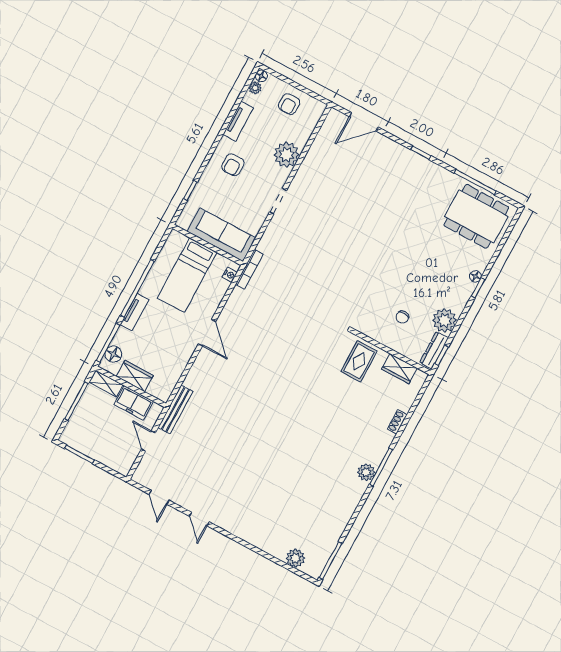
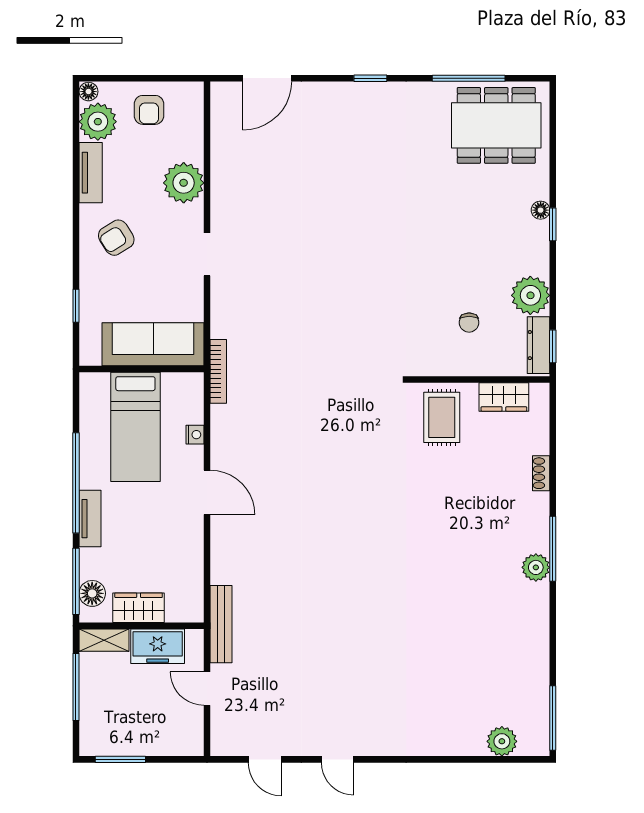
plant: (255, 88) -> (98, 122), width x1.88, depth x1.88
armchair: (233, 165) -> (116, 238), turned 58
nightstand: (230, 275) -> (195, 435), moved

